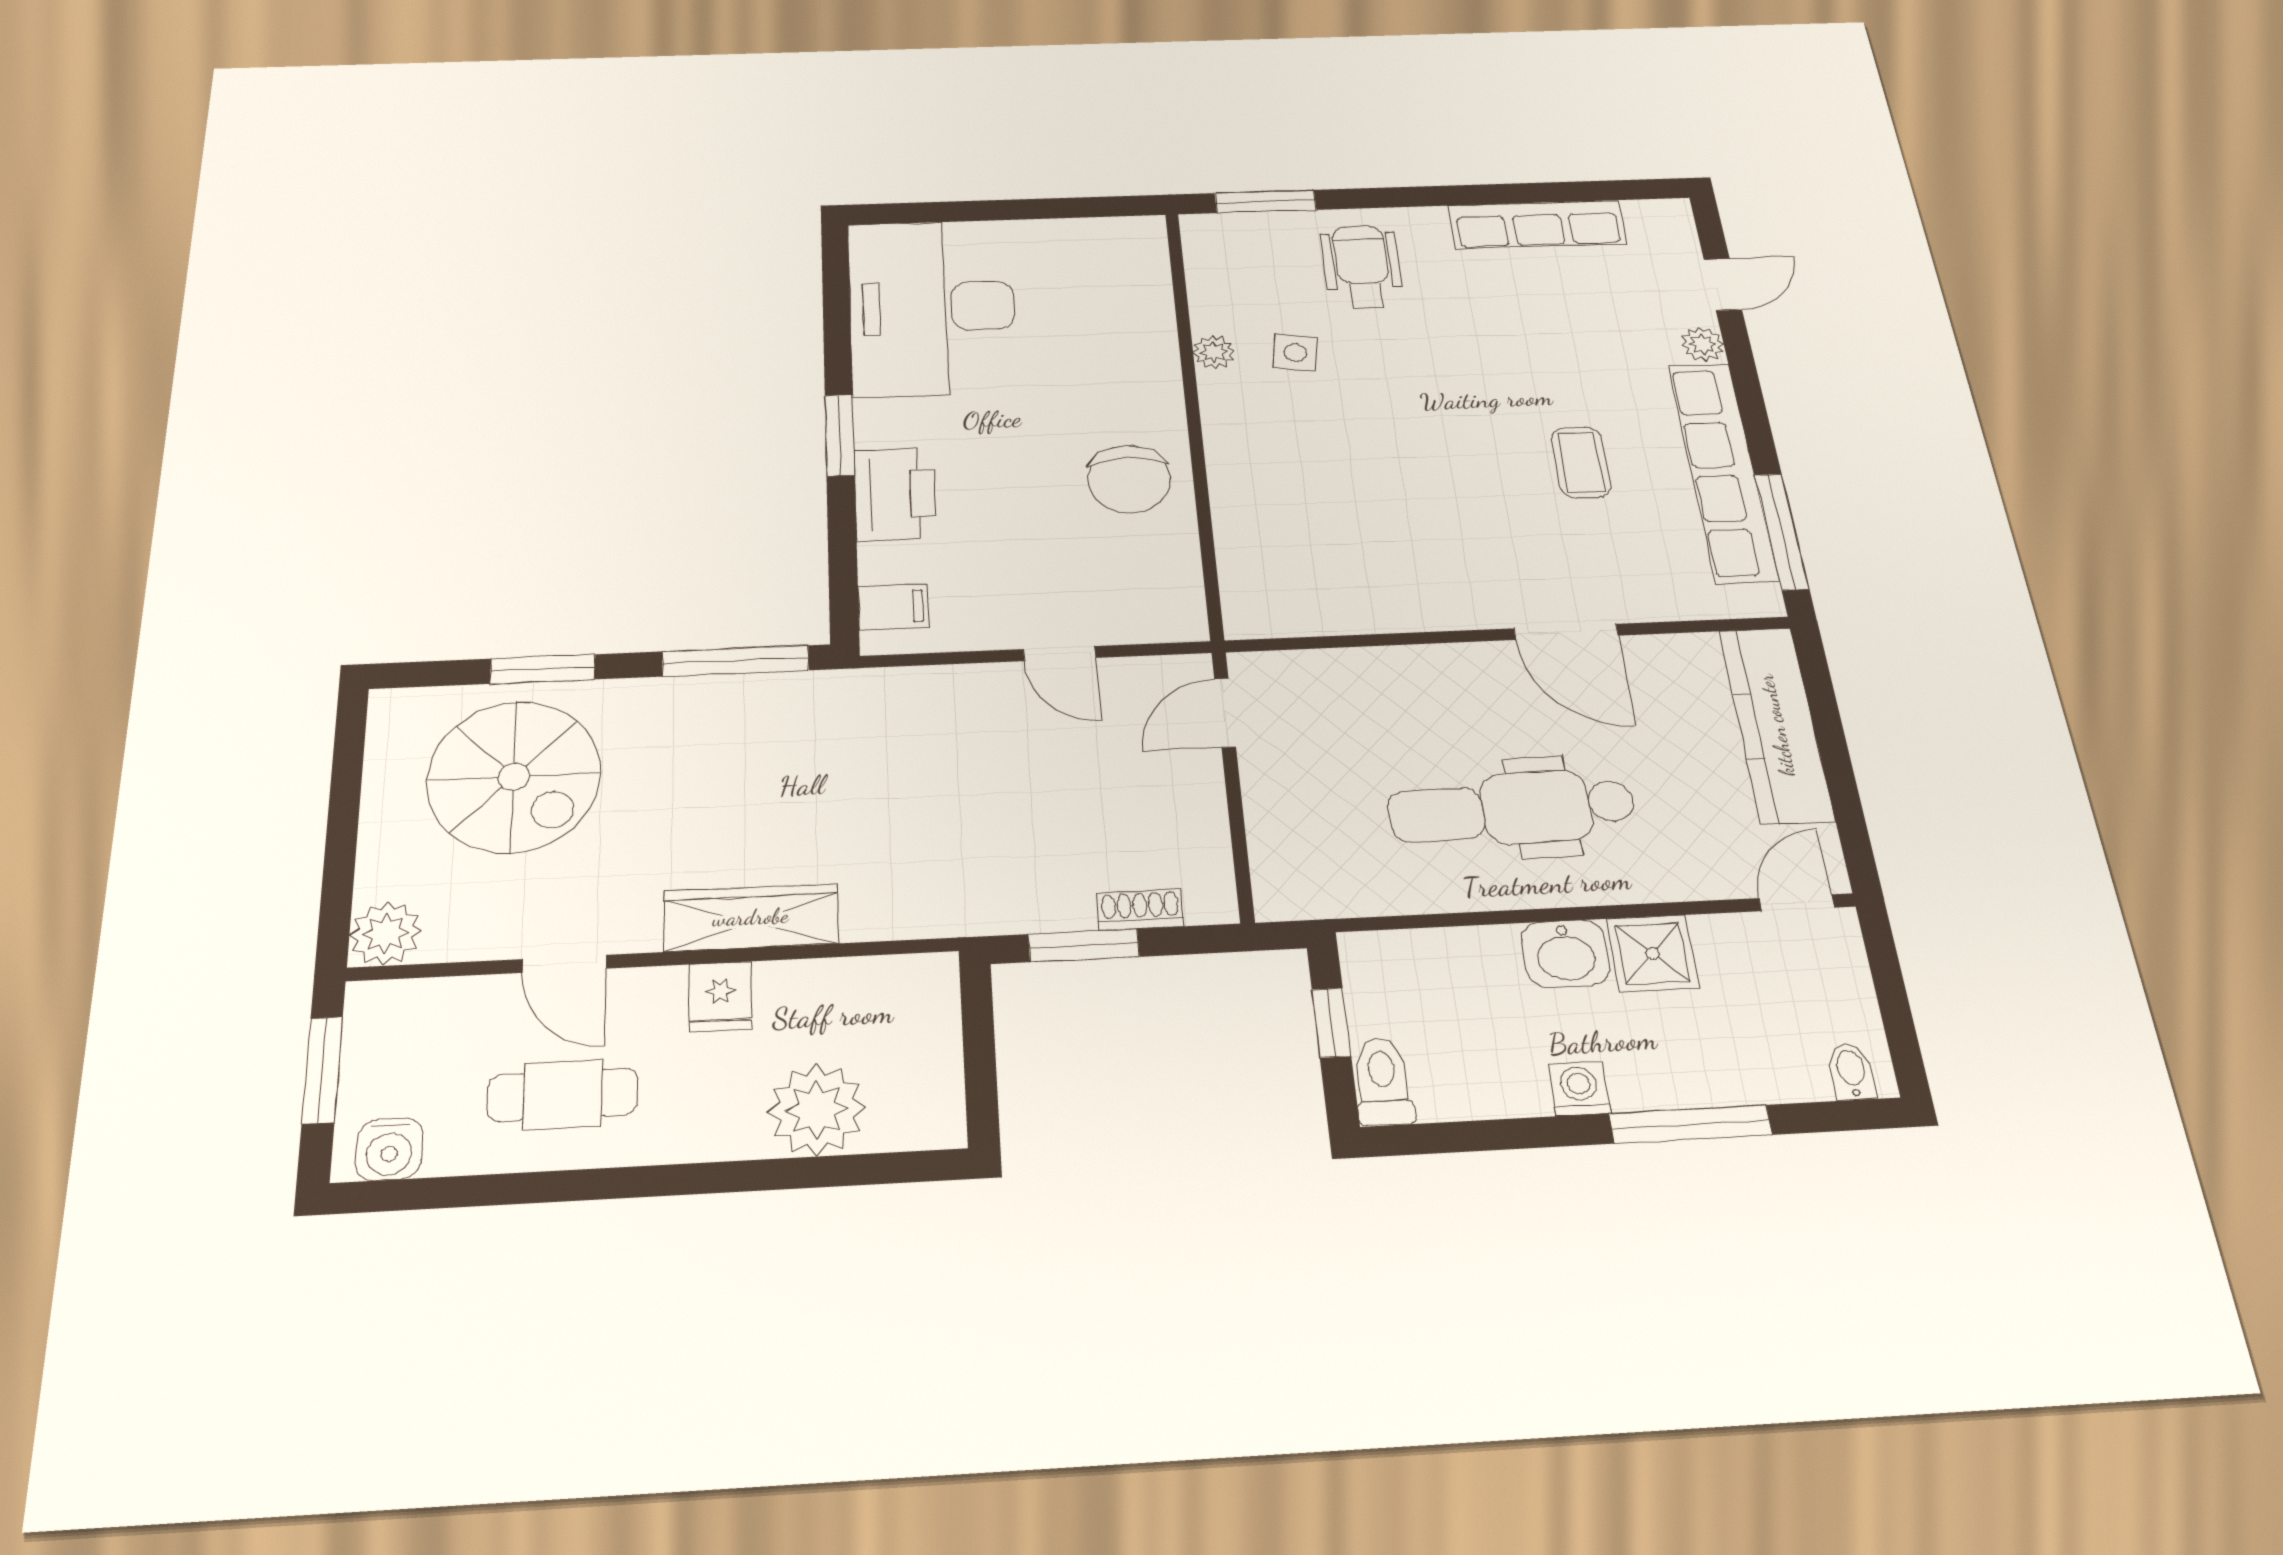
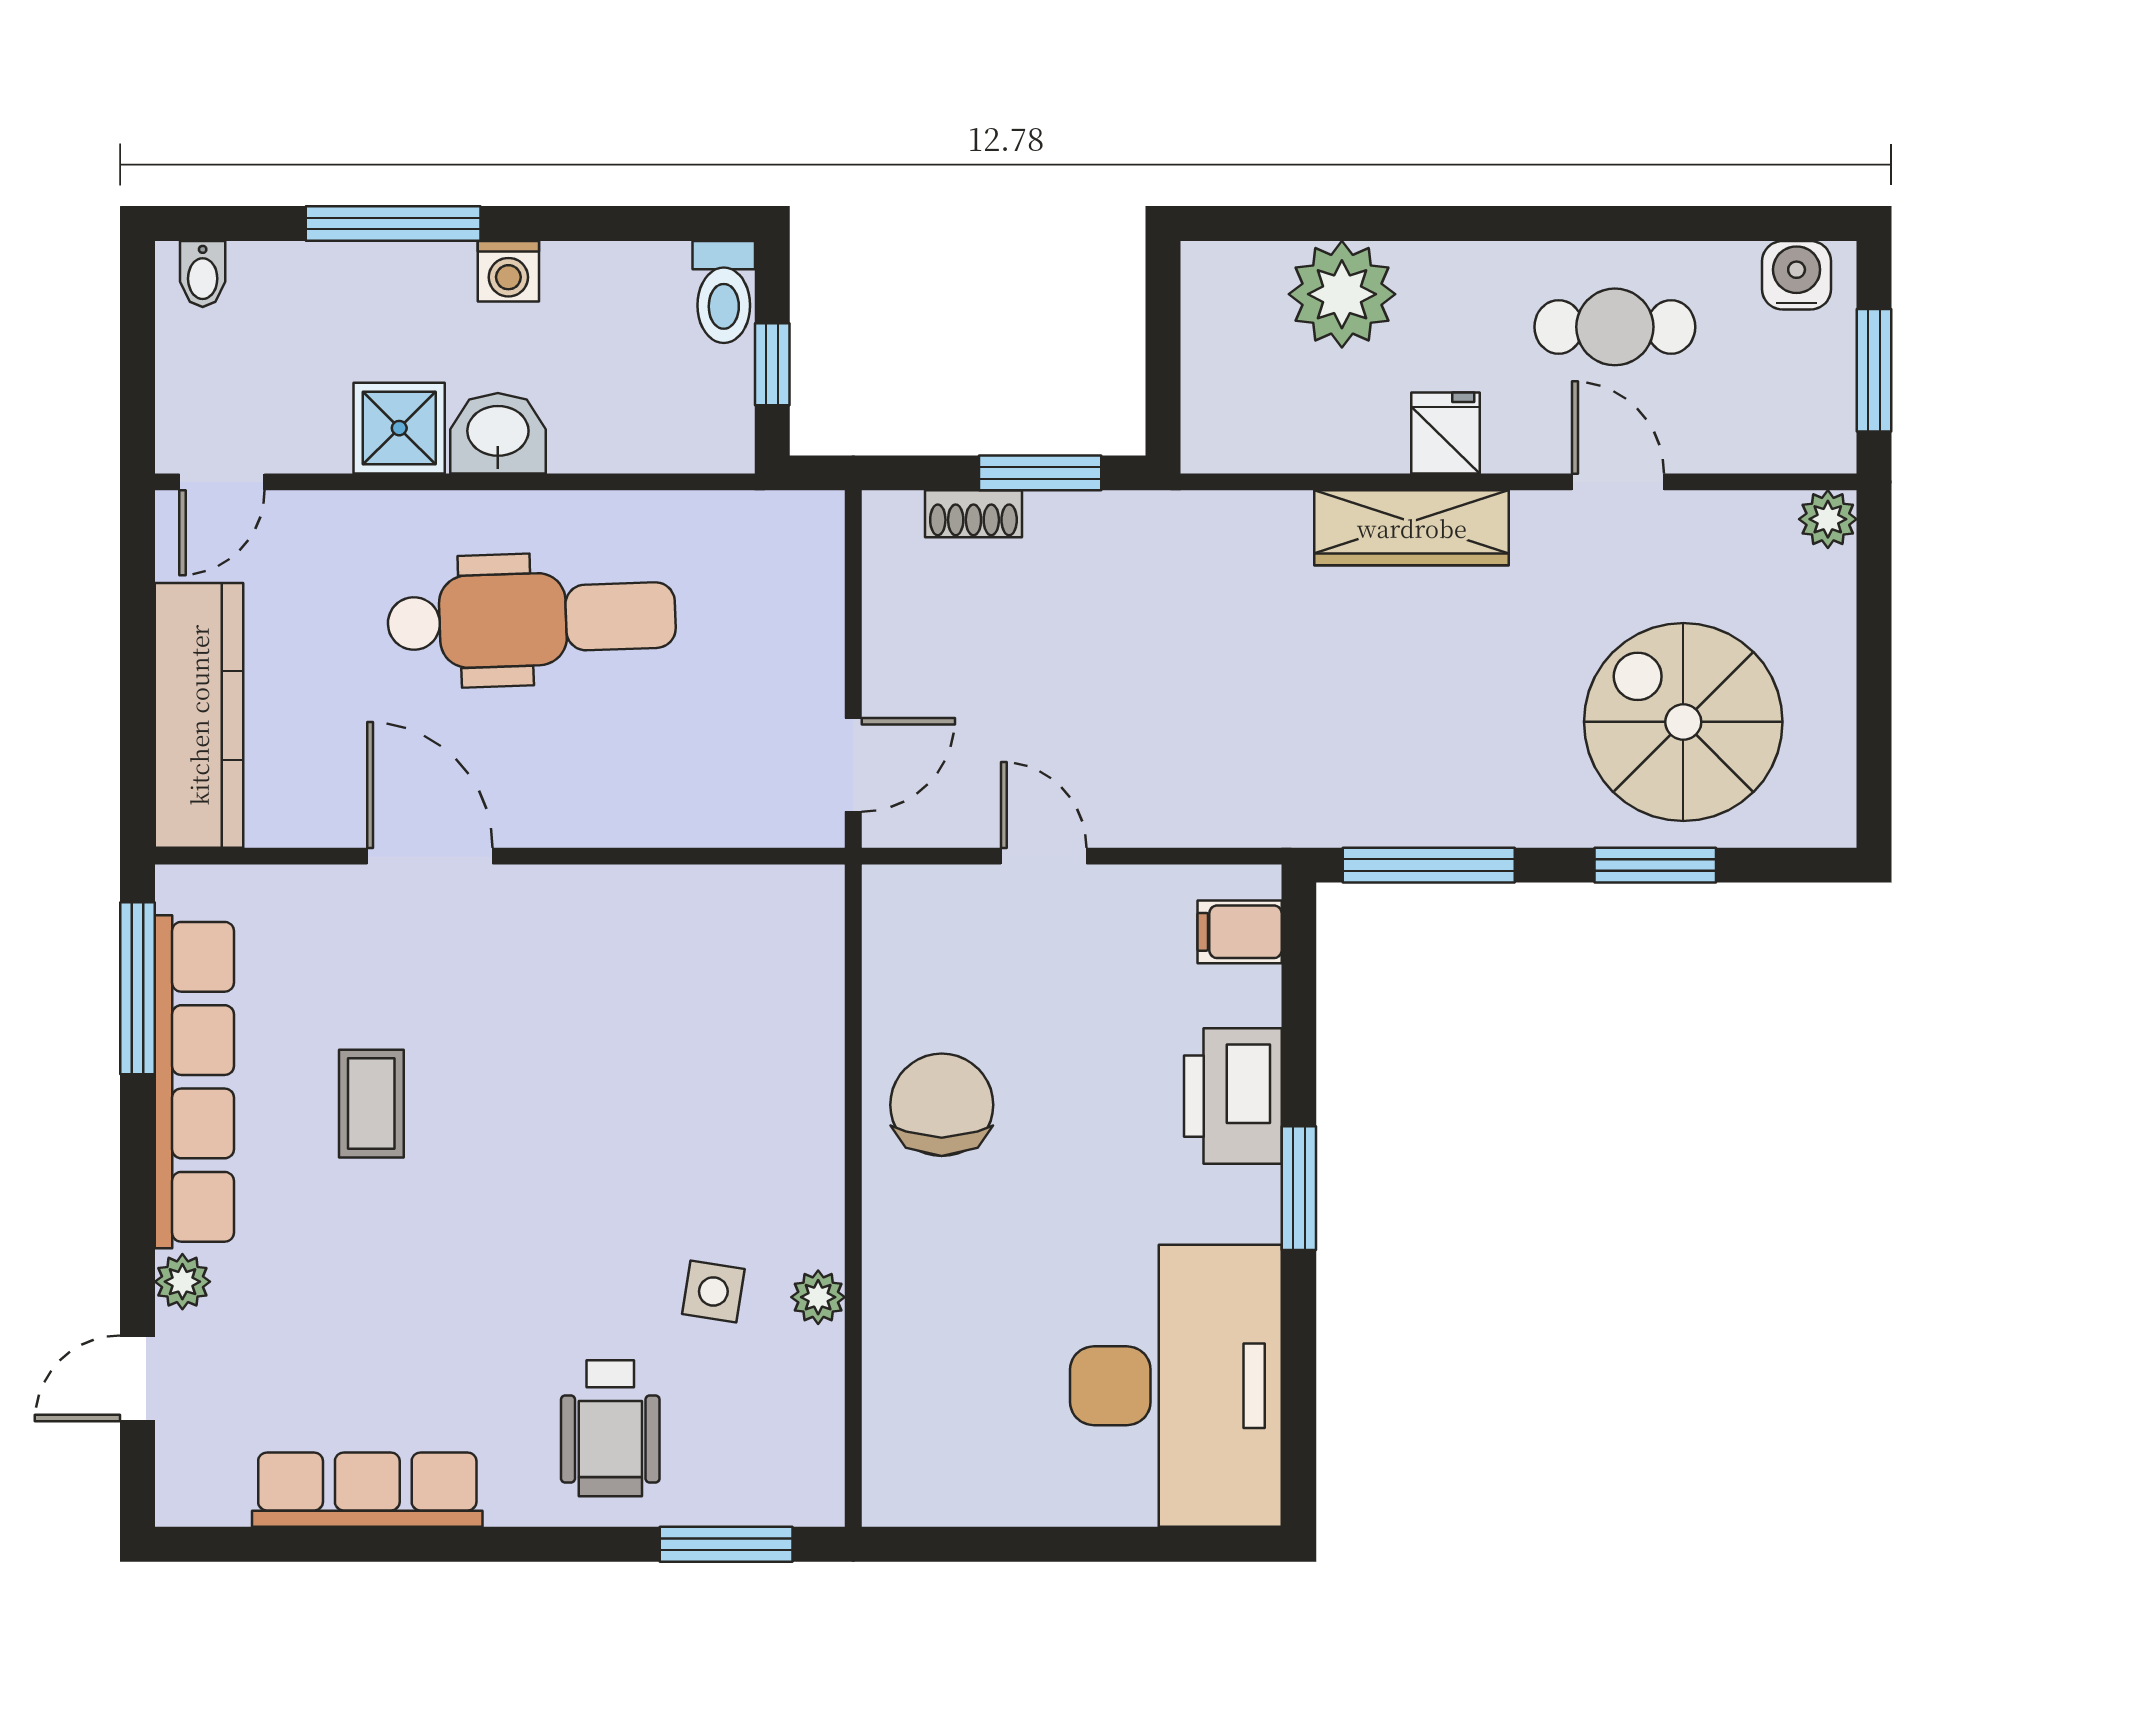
plant: (385, 933) -> (1828, 519), width x0.73, depth x0.73

